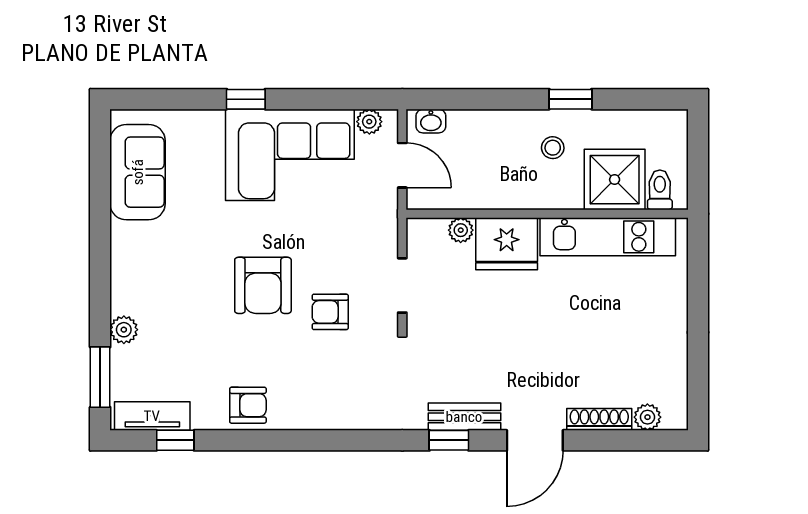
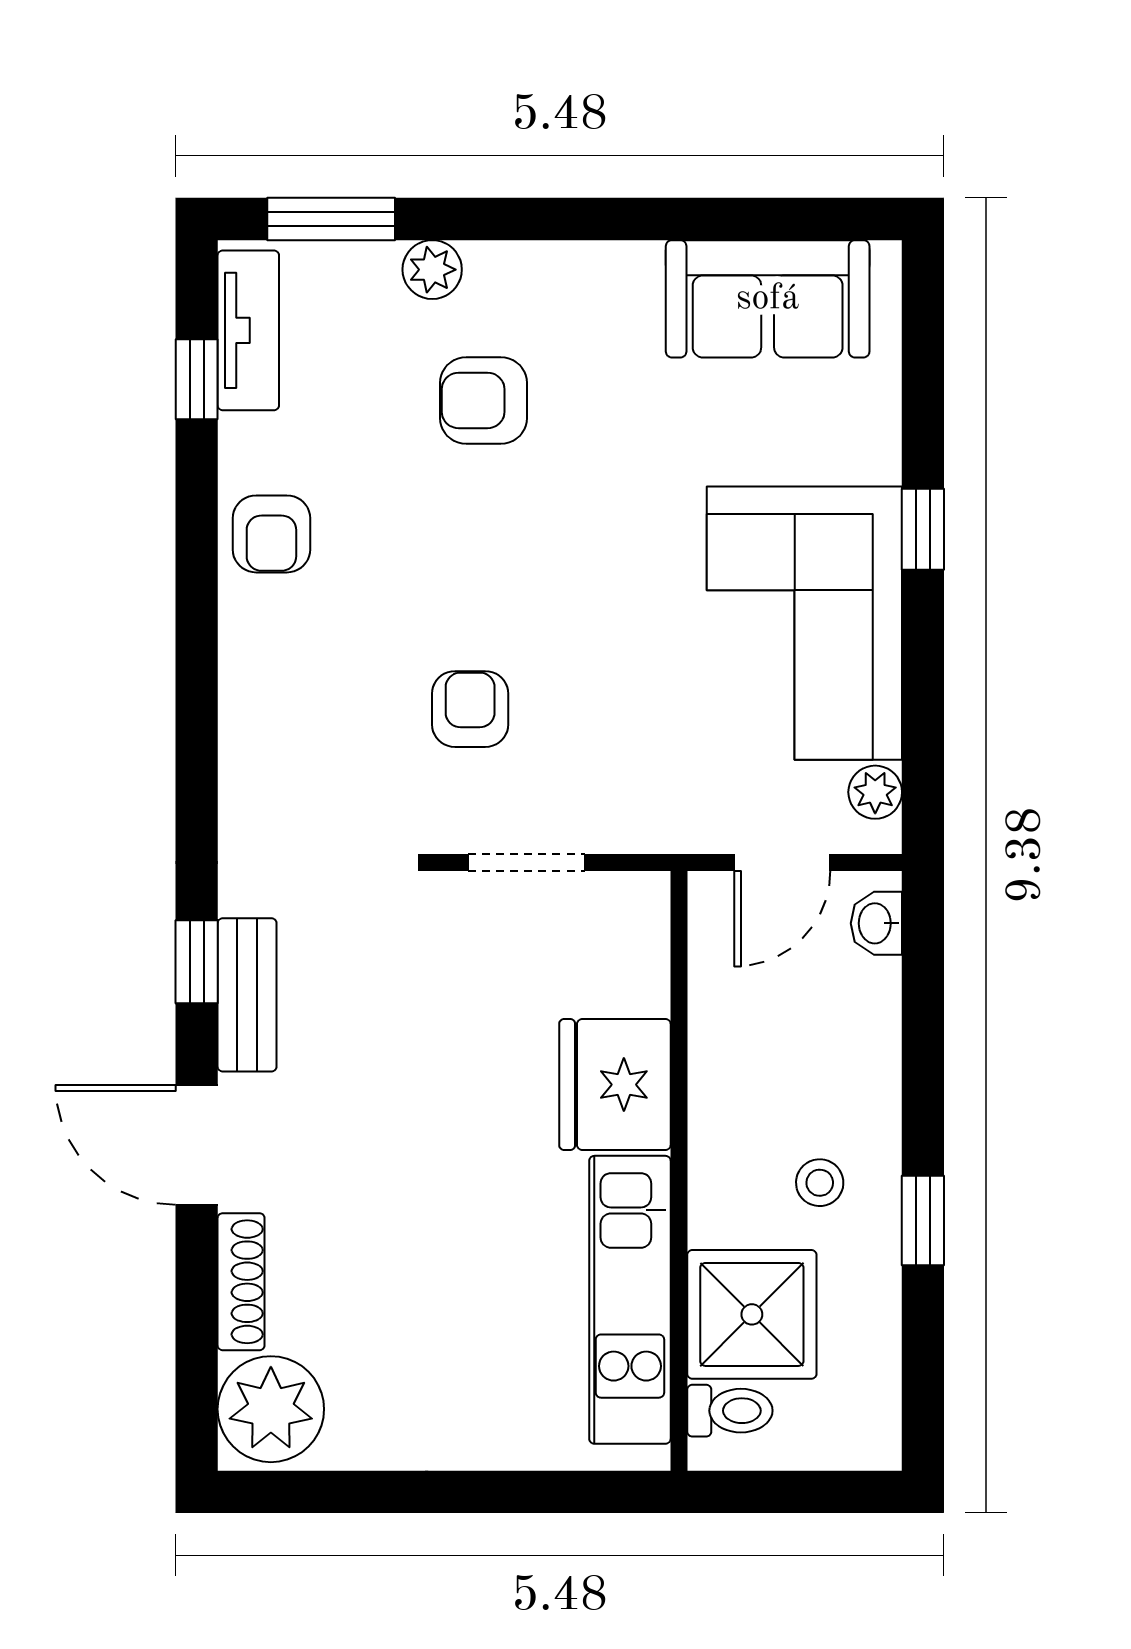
plant: (461, 230) -> (644, 987), removed
armchair: (263, 285) -> (484, 400), moved, width x0.72, depth x0.72
plant: (647, 417) -> (271, 1409), width x1.88, depth x1.88

